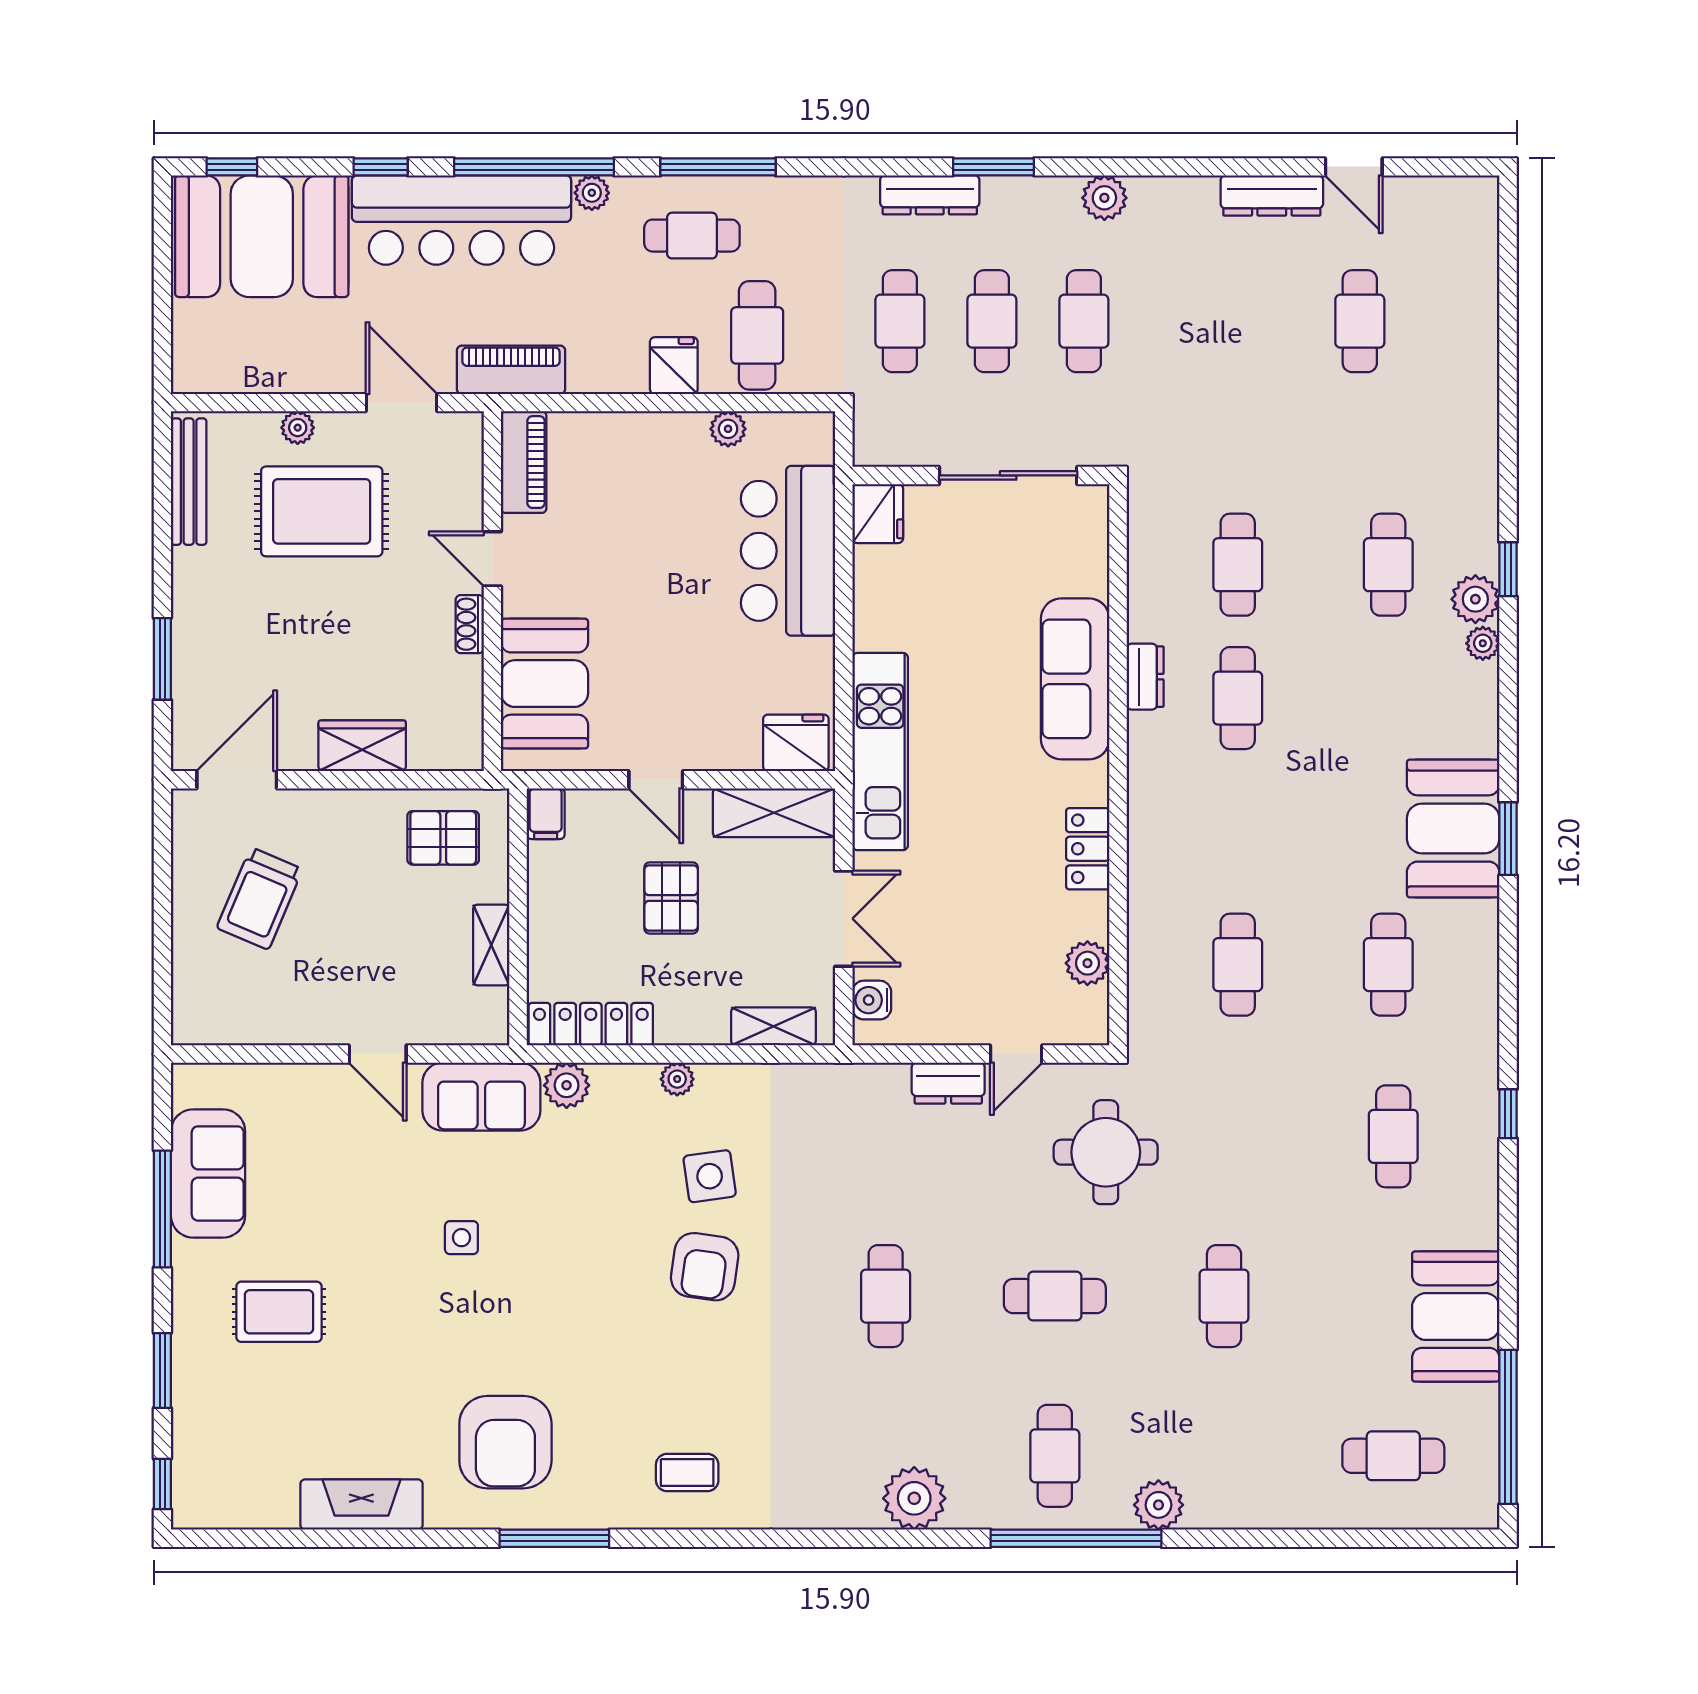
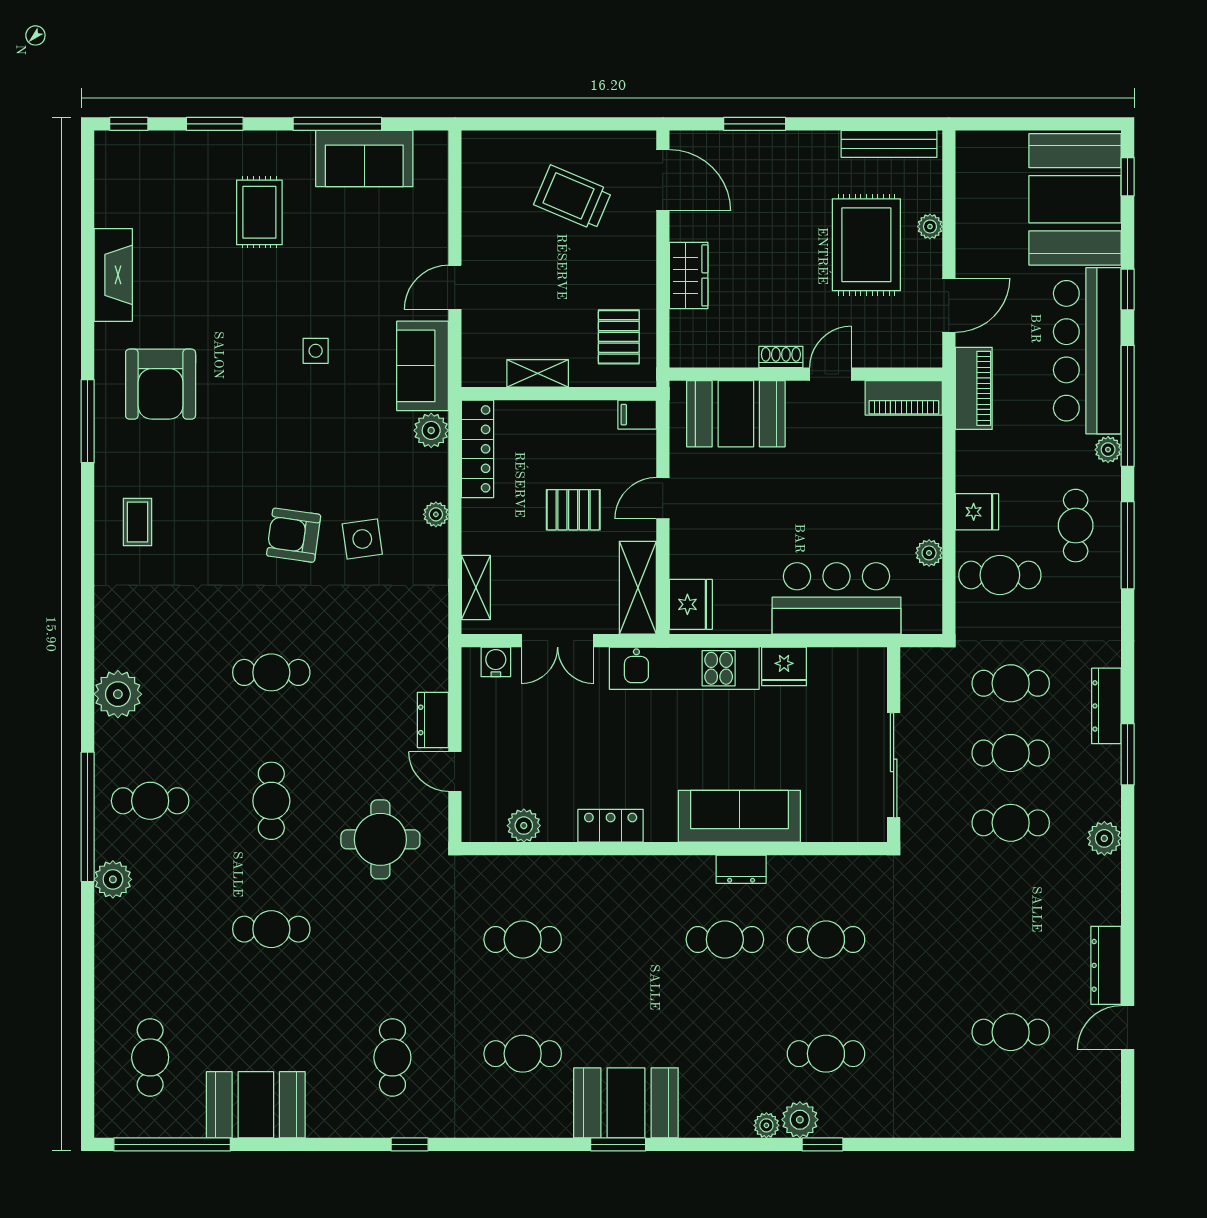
fridge: (878, 514) -> (784, 666), moved
cafe table: (1393, 1136) -> (392, 1057), turned 90
armchair: (505, 1442) -> (161, 384), turned -90

